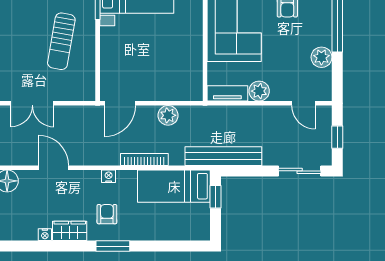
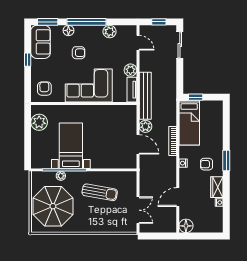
door: (120, 103) -> (138, 144), moved
door: (303, 103) -> (138, 43), hinge flipped
bench: (223, 156) -> (145, 96), moved

